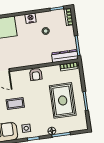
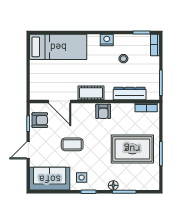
dresser: (65, 56) -> (130, 94), moved
cot: (24, 61) -> (91, 93), added
rug: (63, 100) -> (132, 149), turned 90

